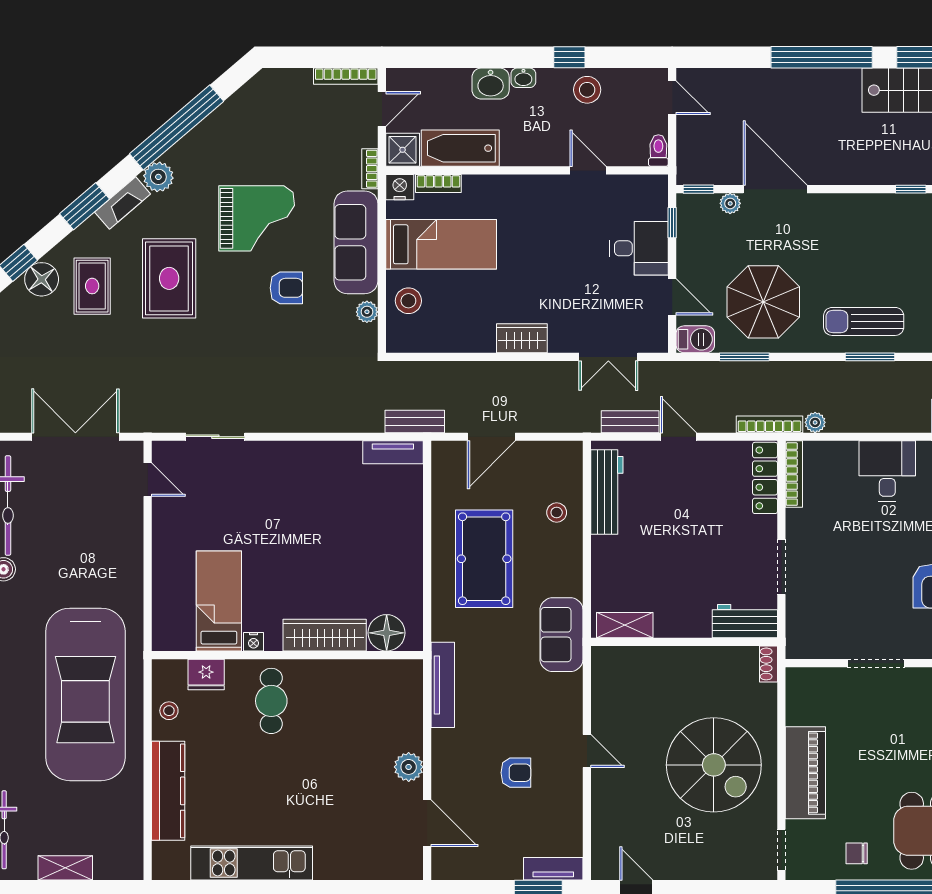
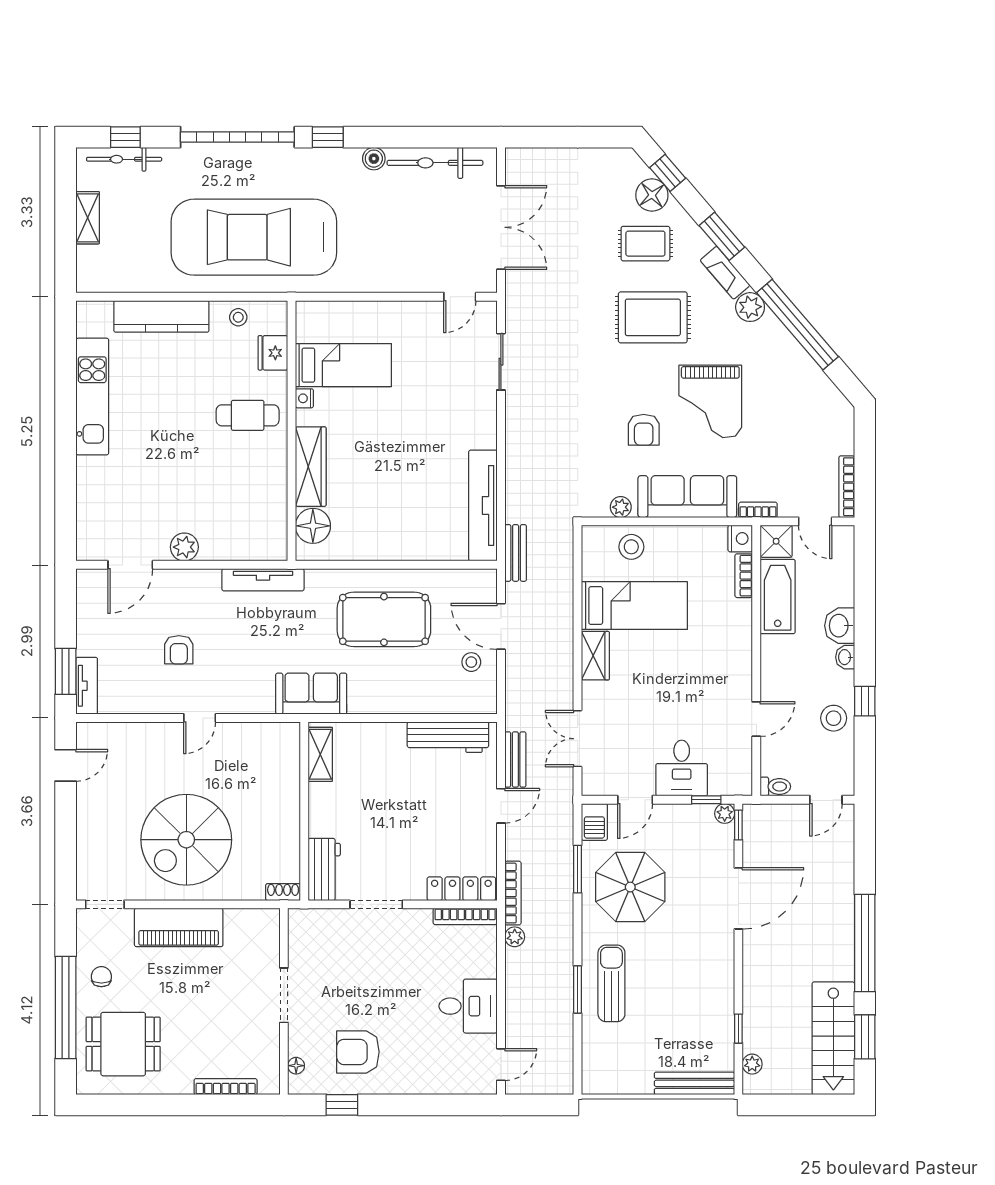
plant: (730, 203) -> (725, 813), moved
bed: (441, 244) -> (634, 606), moved, turned -90
tv unit: (393, 452) -> (483, 505), width x1.92, depth x1.29
stool: (557, 513) -> (471, 662), moved

